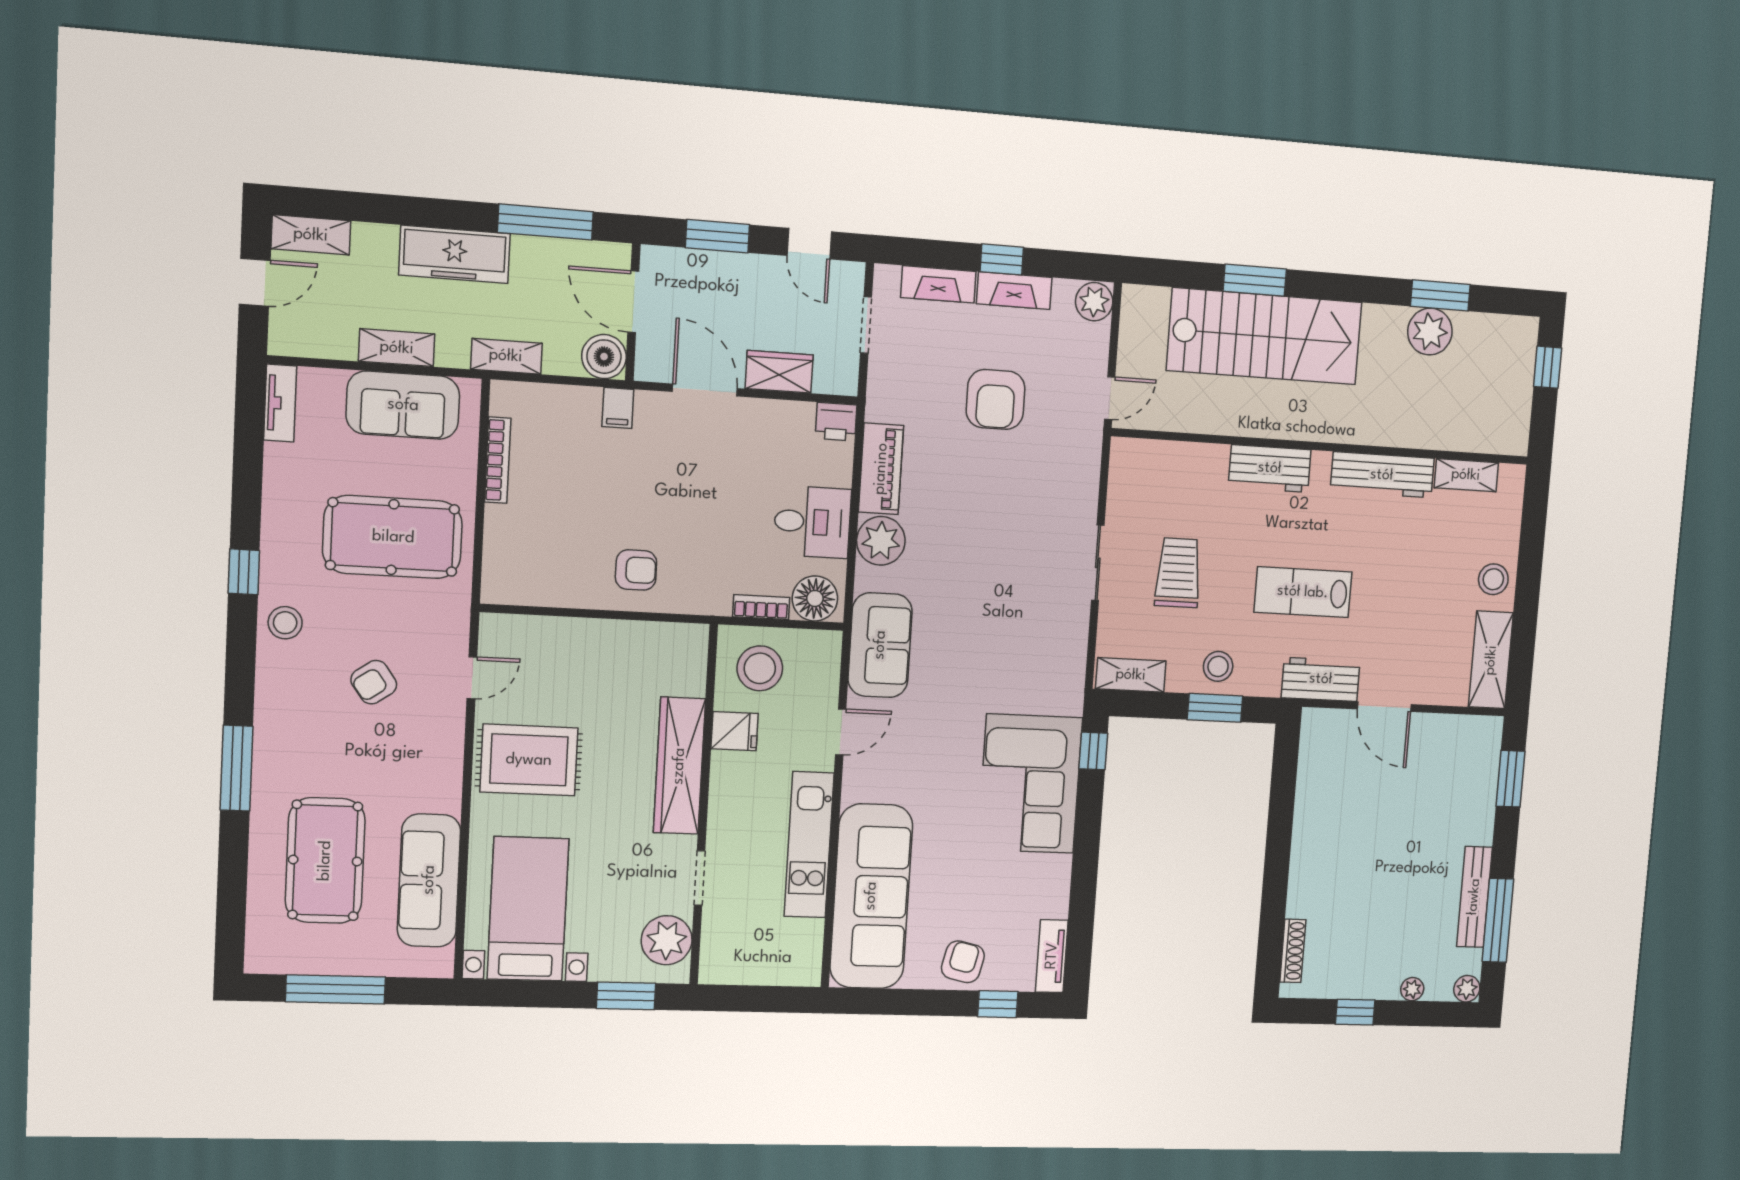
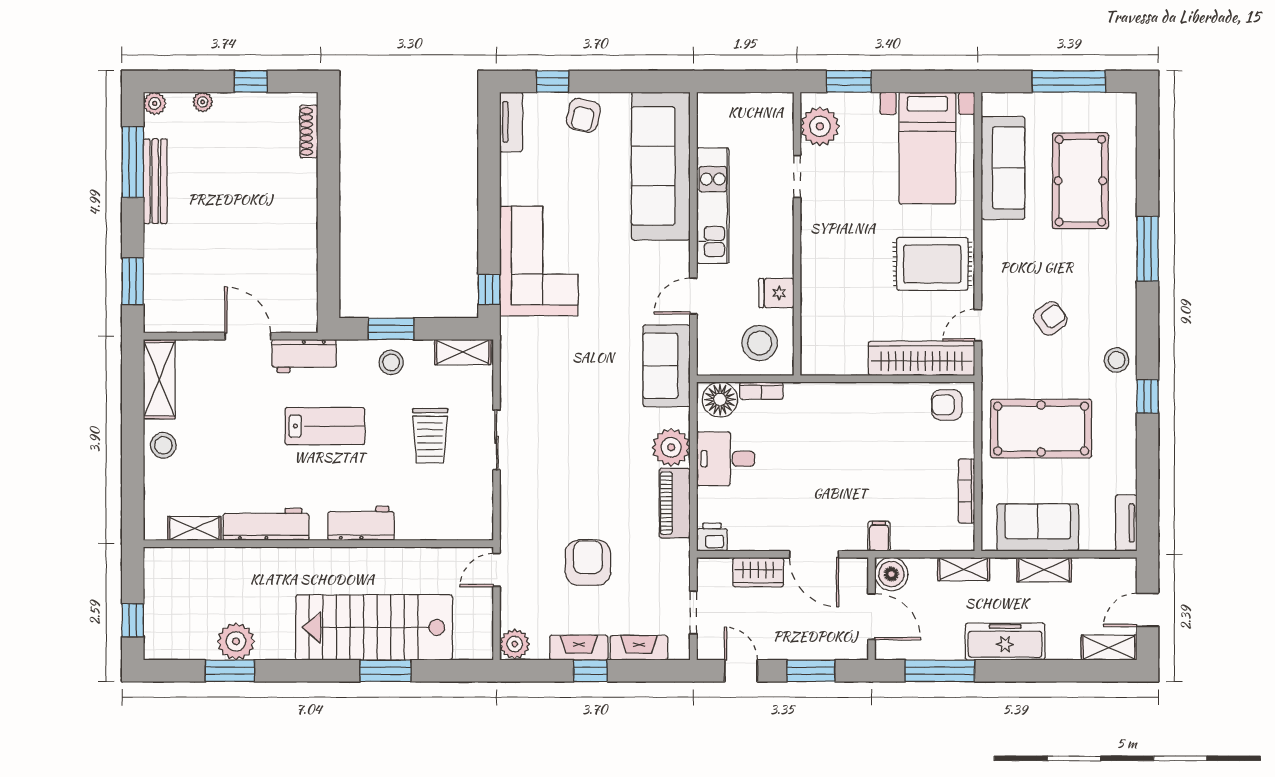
armchair: (636, 570) -> (947, 405), moved
wardrobe: (679, 766) -> (922, 358), moved, turned -90

